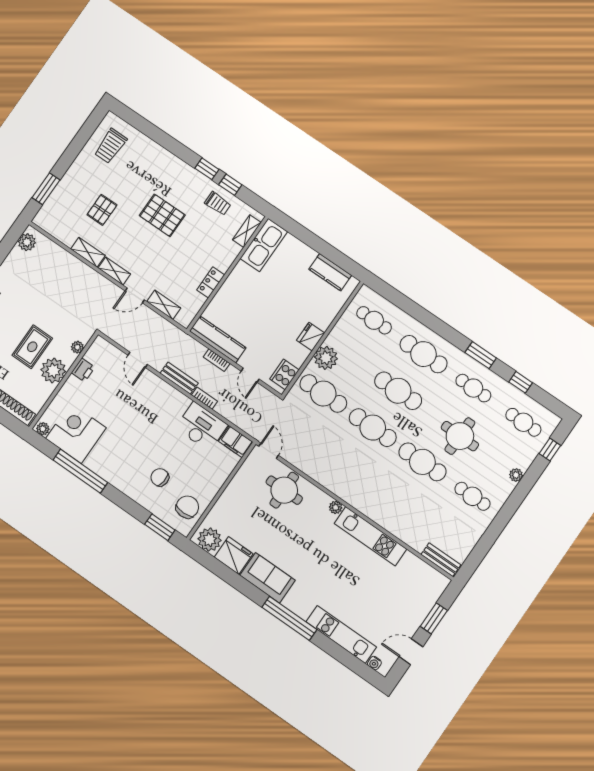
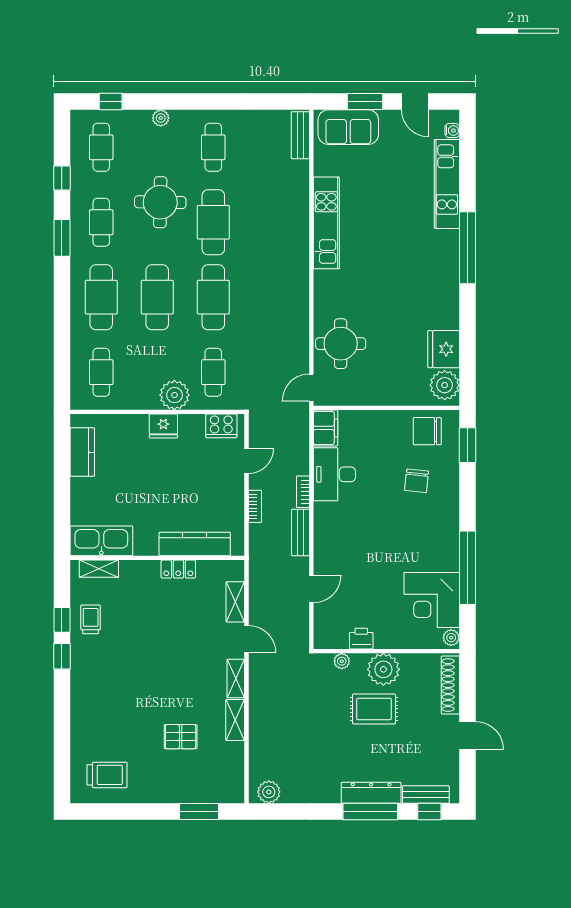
pallet: (162, 215) -> (143, 669), removed
kitchen counter: (218, 339) -> (195, 544), moved, turned 90
cafe table: (323, 394) -> (213, 372), width x0.73, depth x0.74
plant: (336, 507) -> (322, 279), removed
sofa: (267, 578) -> (348, 127), moved, turned -90

